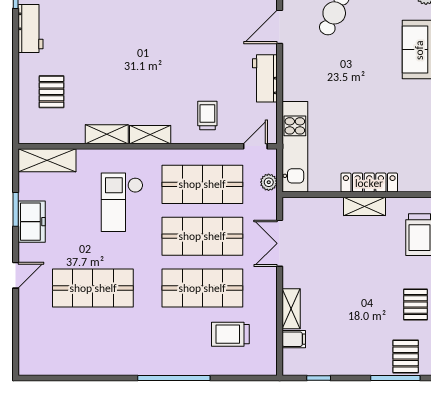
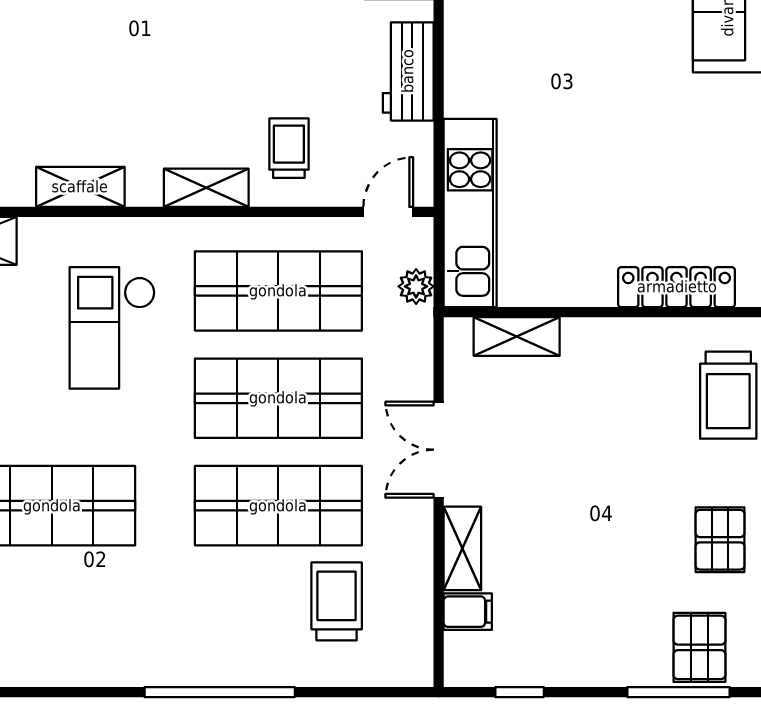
shelving: (150, 135) -> (206, 188), moved
locker: (369, 183) -> (677, 287), moved
shelving: (364, 206) -> (517, 336), moved
double door: (280, 243) -> (439, 450), moved
trolley: (230, 334) -> (337, 601), turned 90

